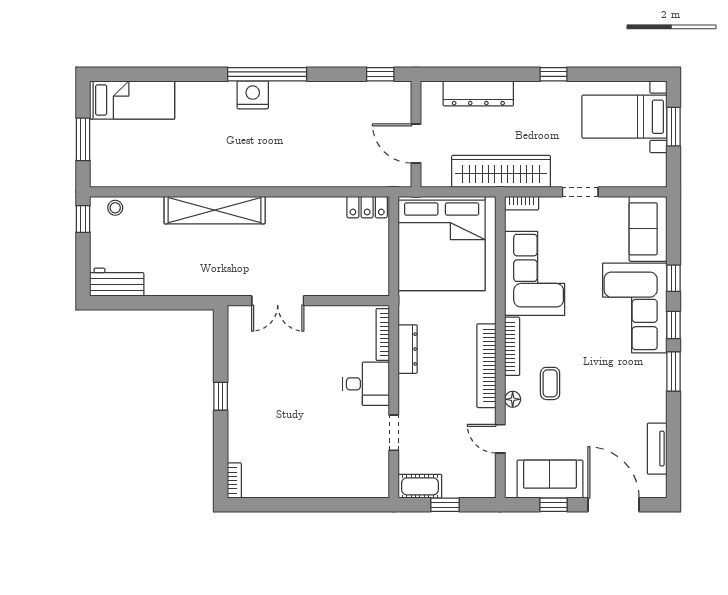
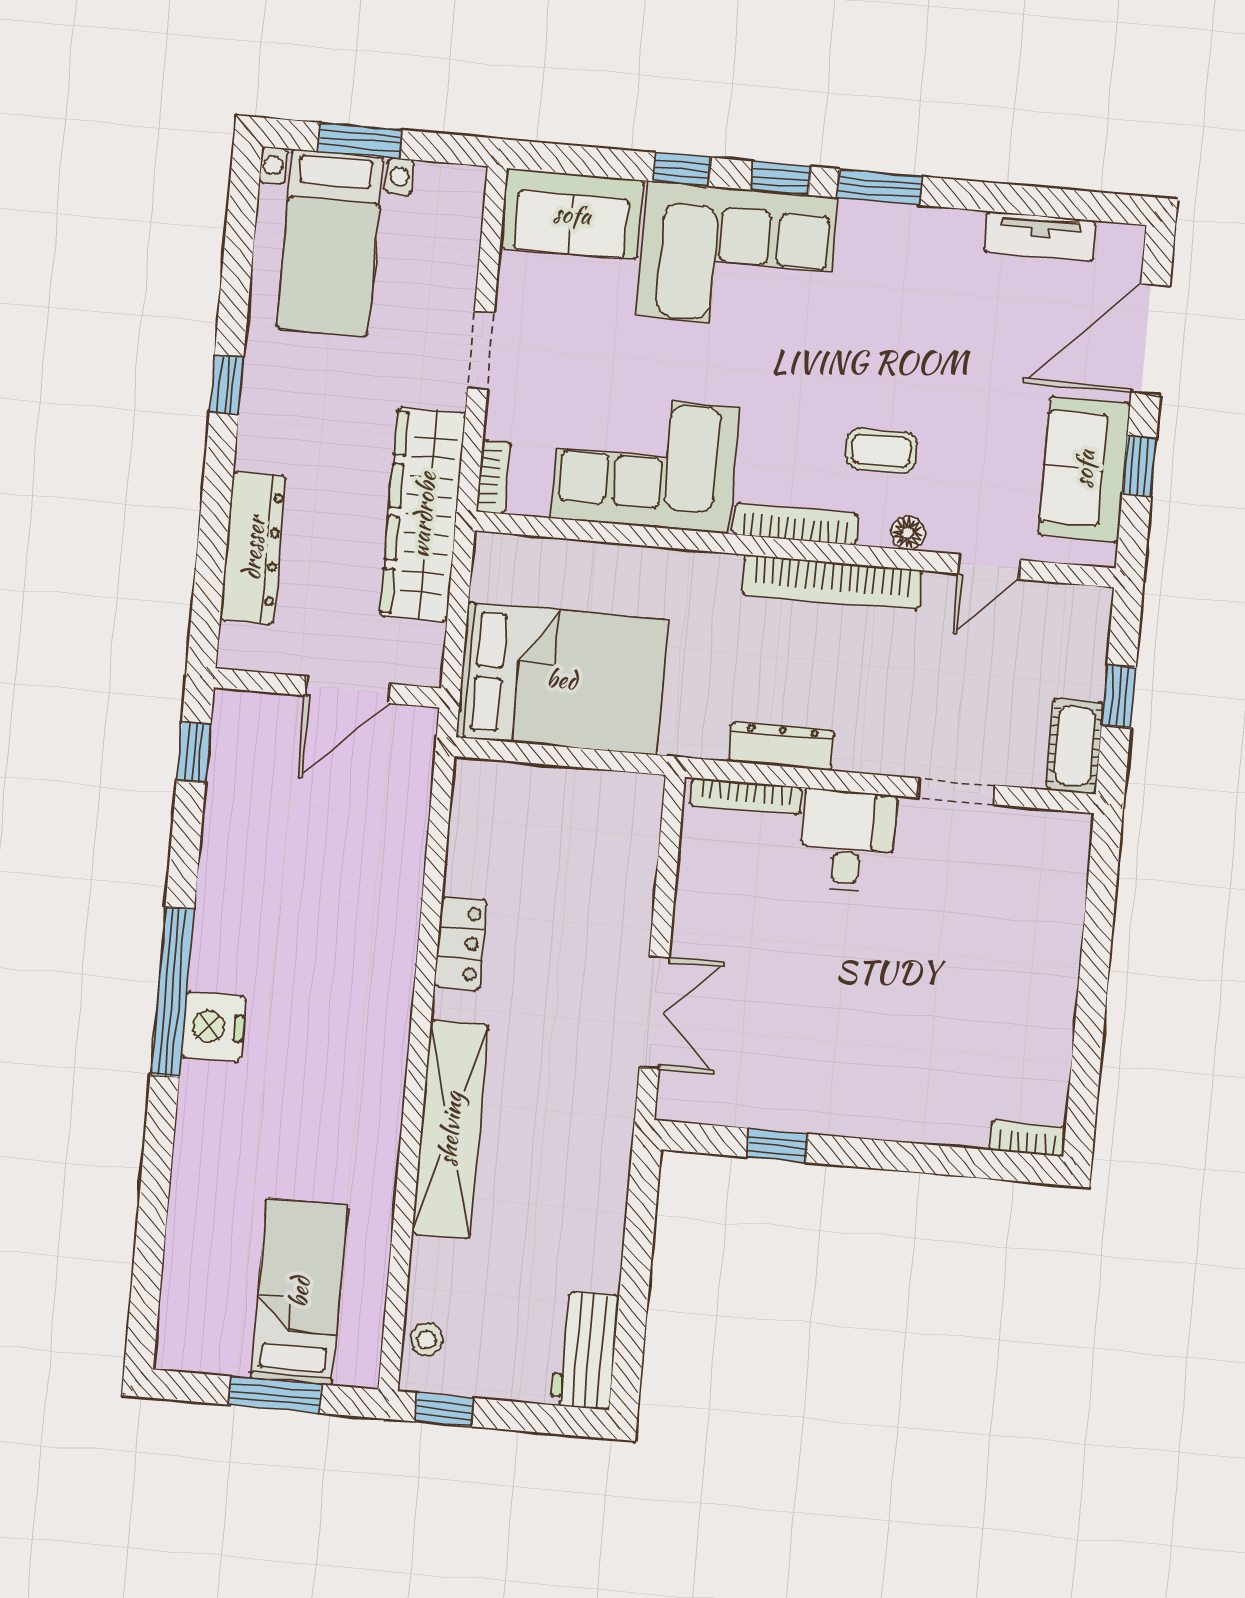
bed: (132, 100) -> (299, 1292), moved
locker: (367, 207) -> (460, 943), moved
bed: (442, 244) -> (562, 679), width x0.73
window: (221, 396) -> (777, 1145), moved

